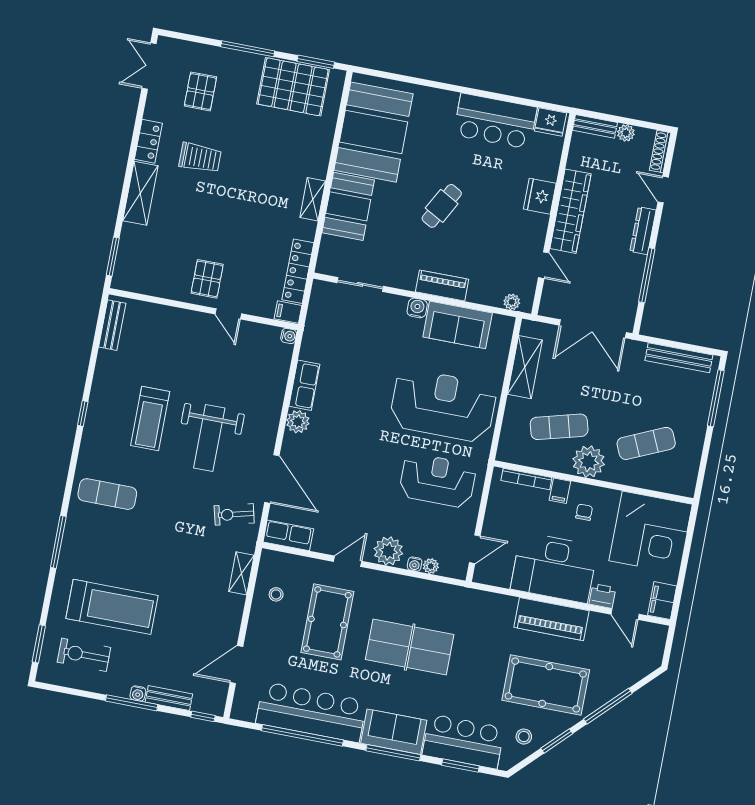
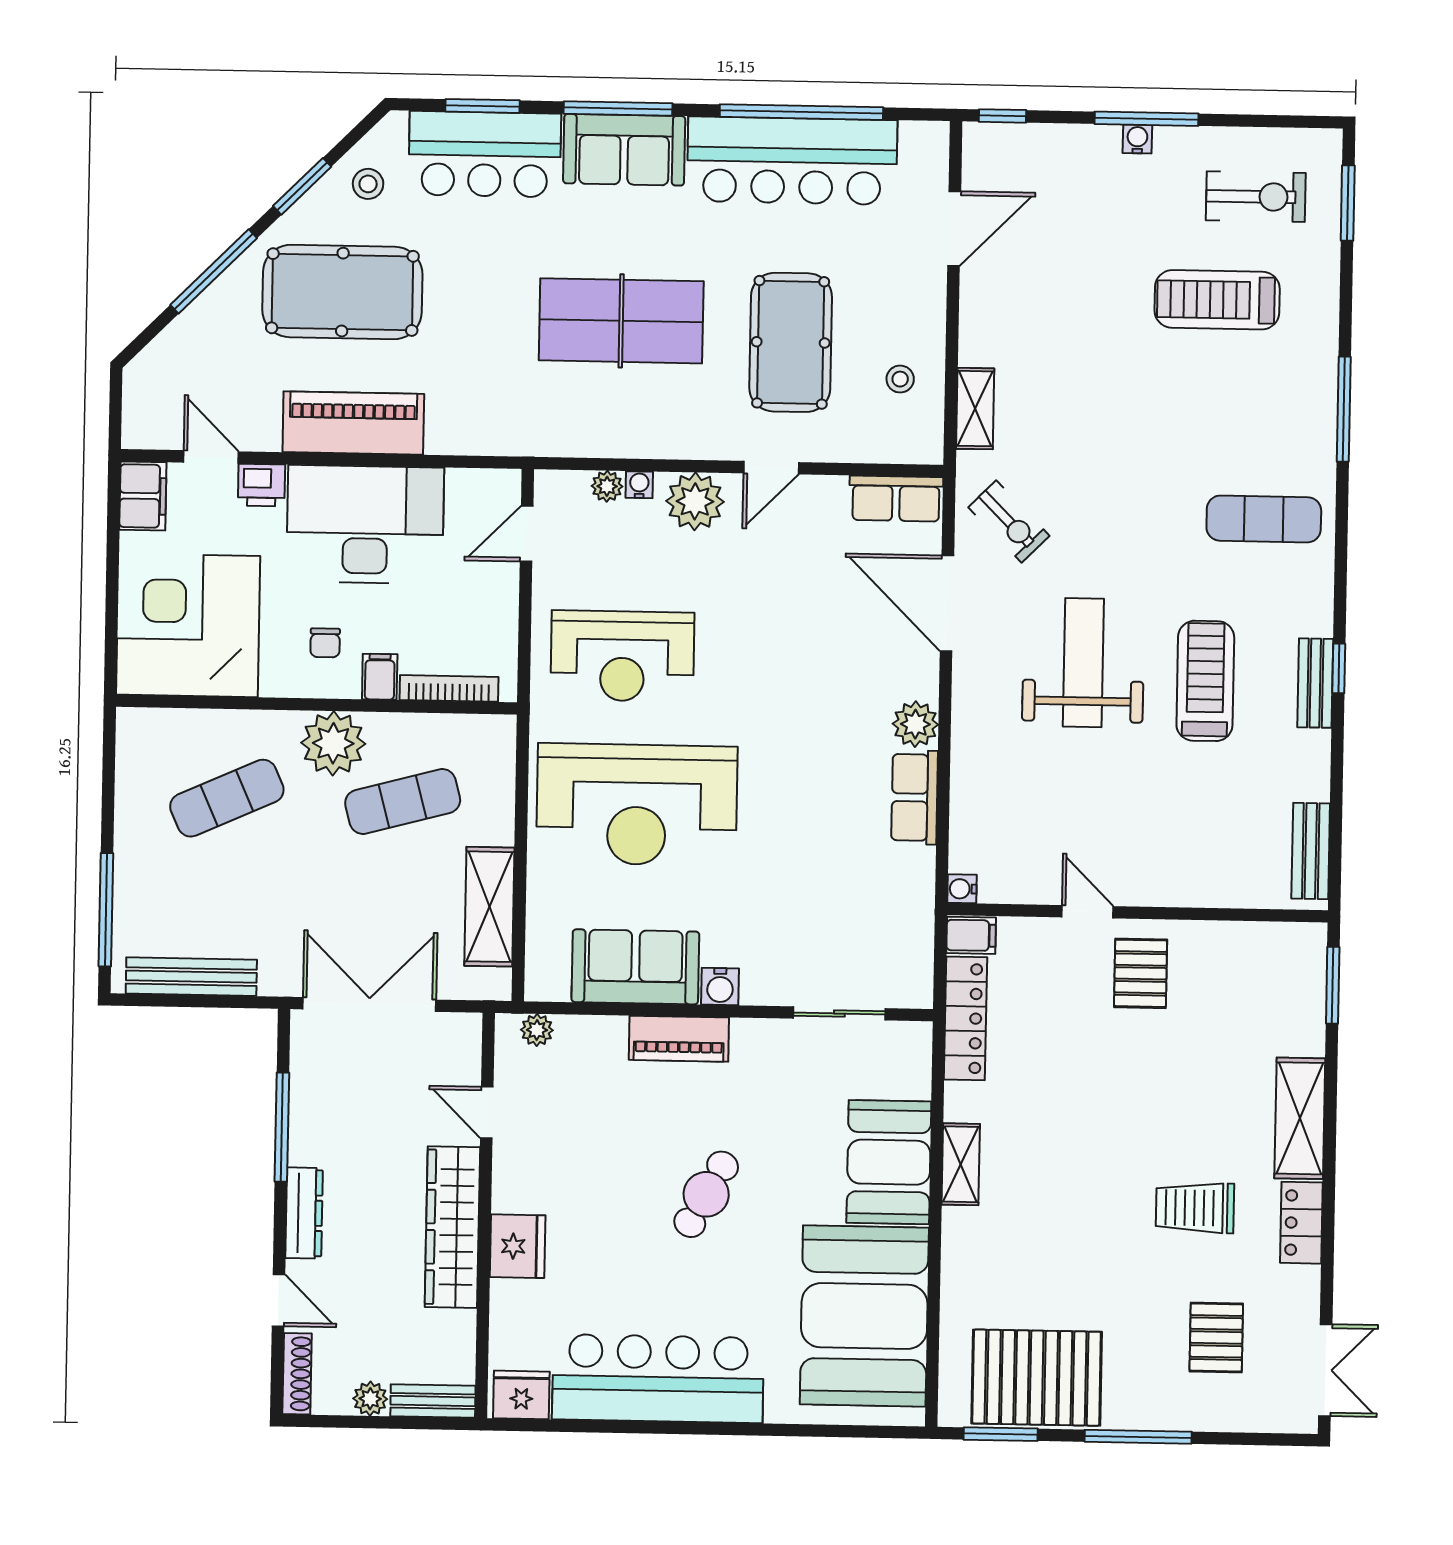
bar counter: (495, 121) -> (658, 1379), width x1.36
exercise bike: (234, 514) -> (1009, 522), turned 59
treadmill: (112, 607) -> (1217, 300), width x0.73, depth x0.73
bench: (169, 698) -> (1315, 683), moved, turned 90

